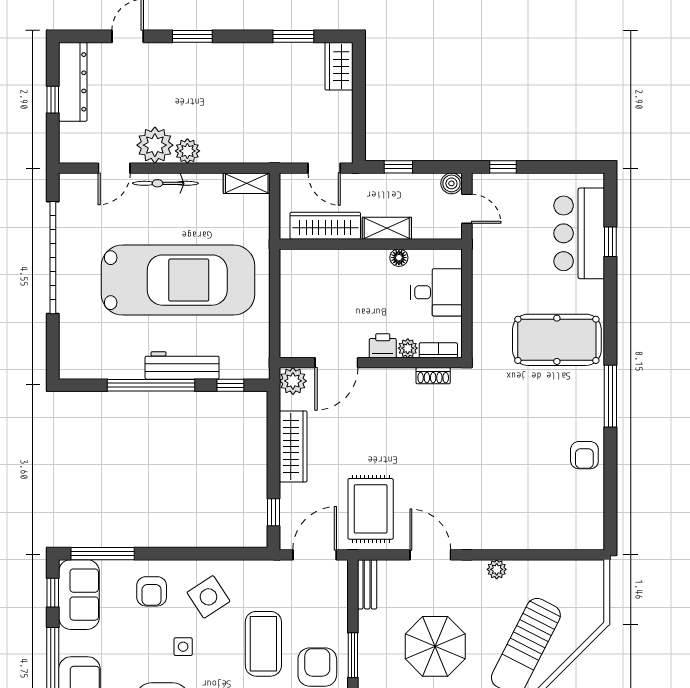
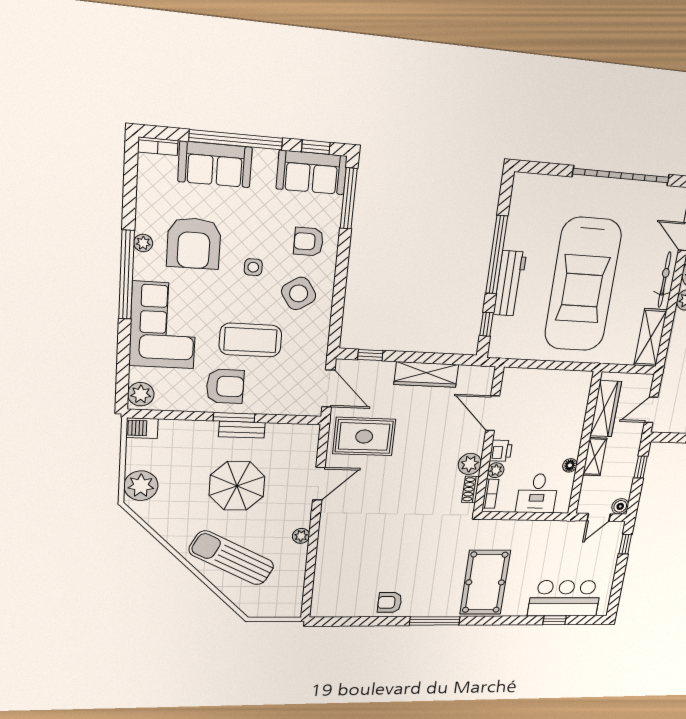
shelving: (247, 183) -> (650, 338), width x1.50, depth x1.33
plant: (293, 381) -> (470, 464), moved
bench: (367, 584) -> (242, 430), moved

